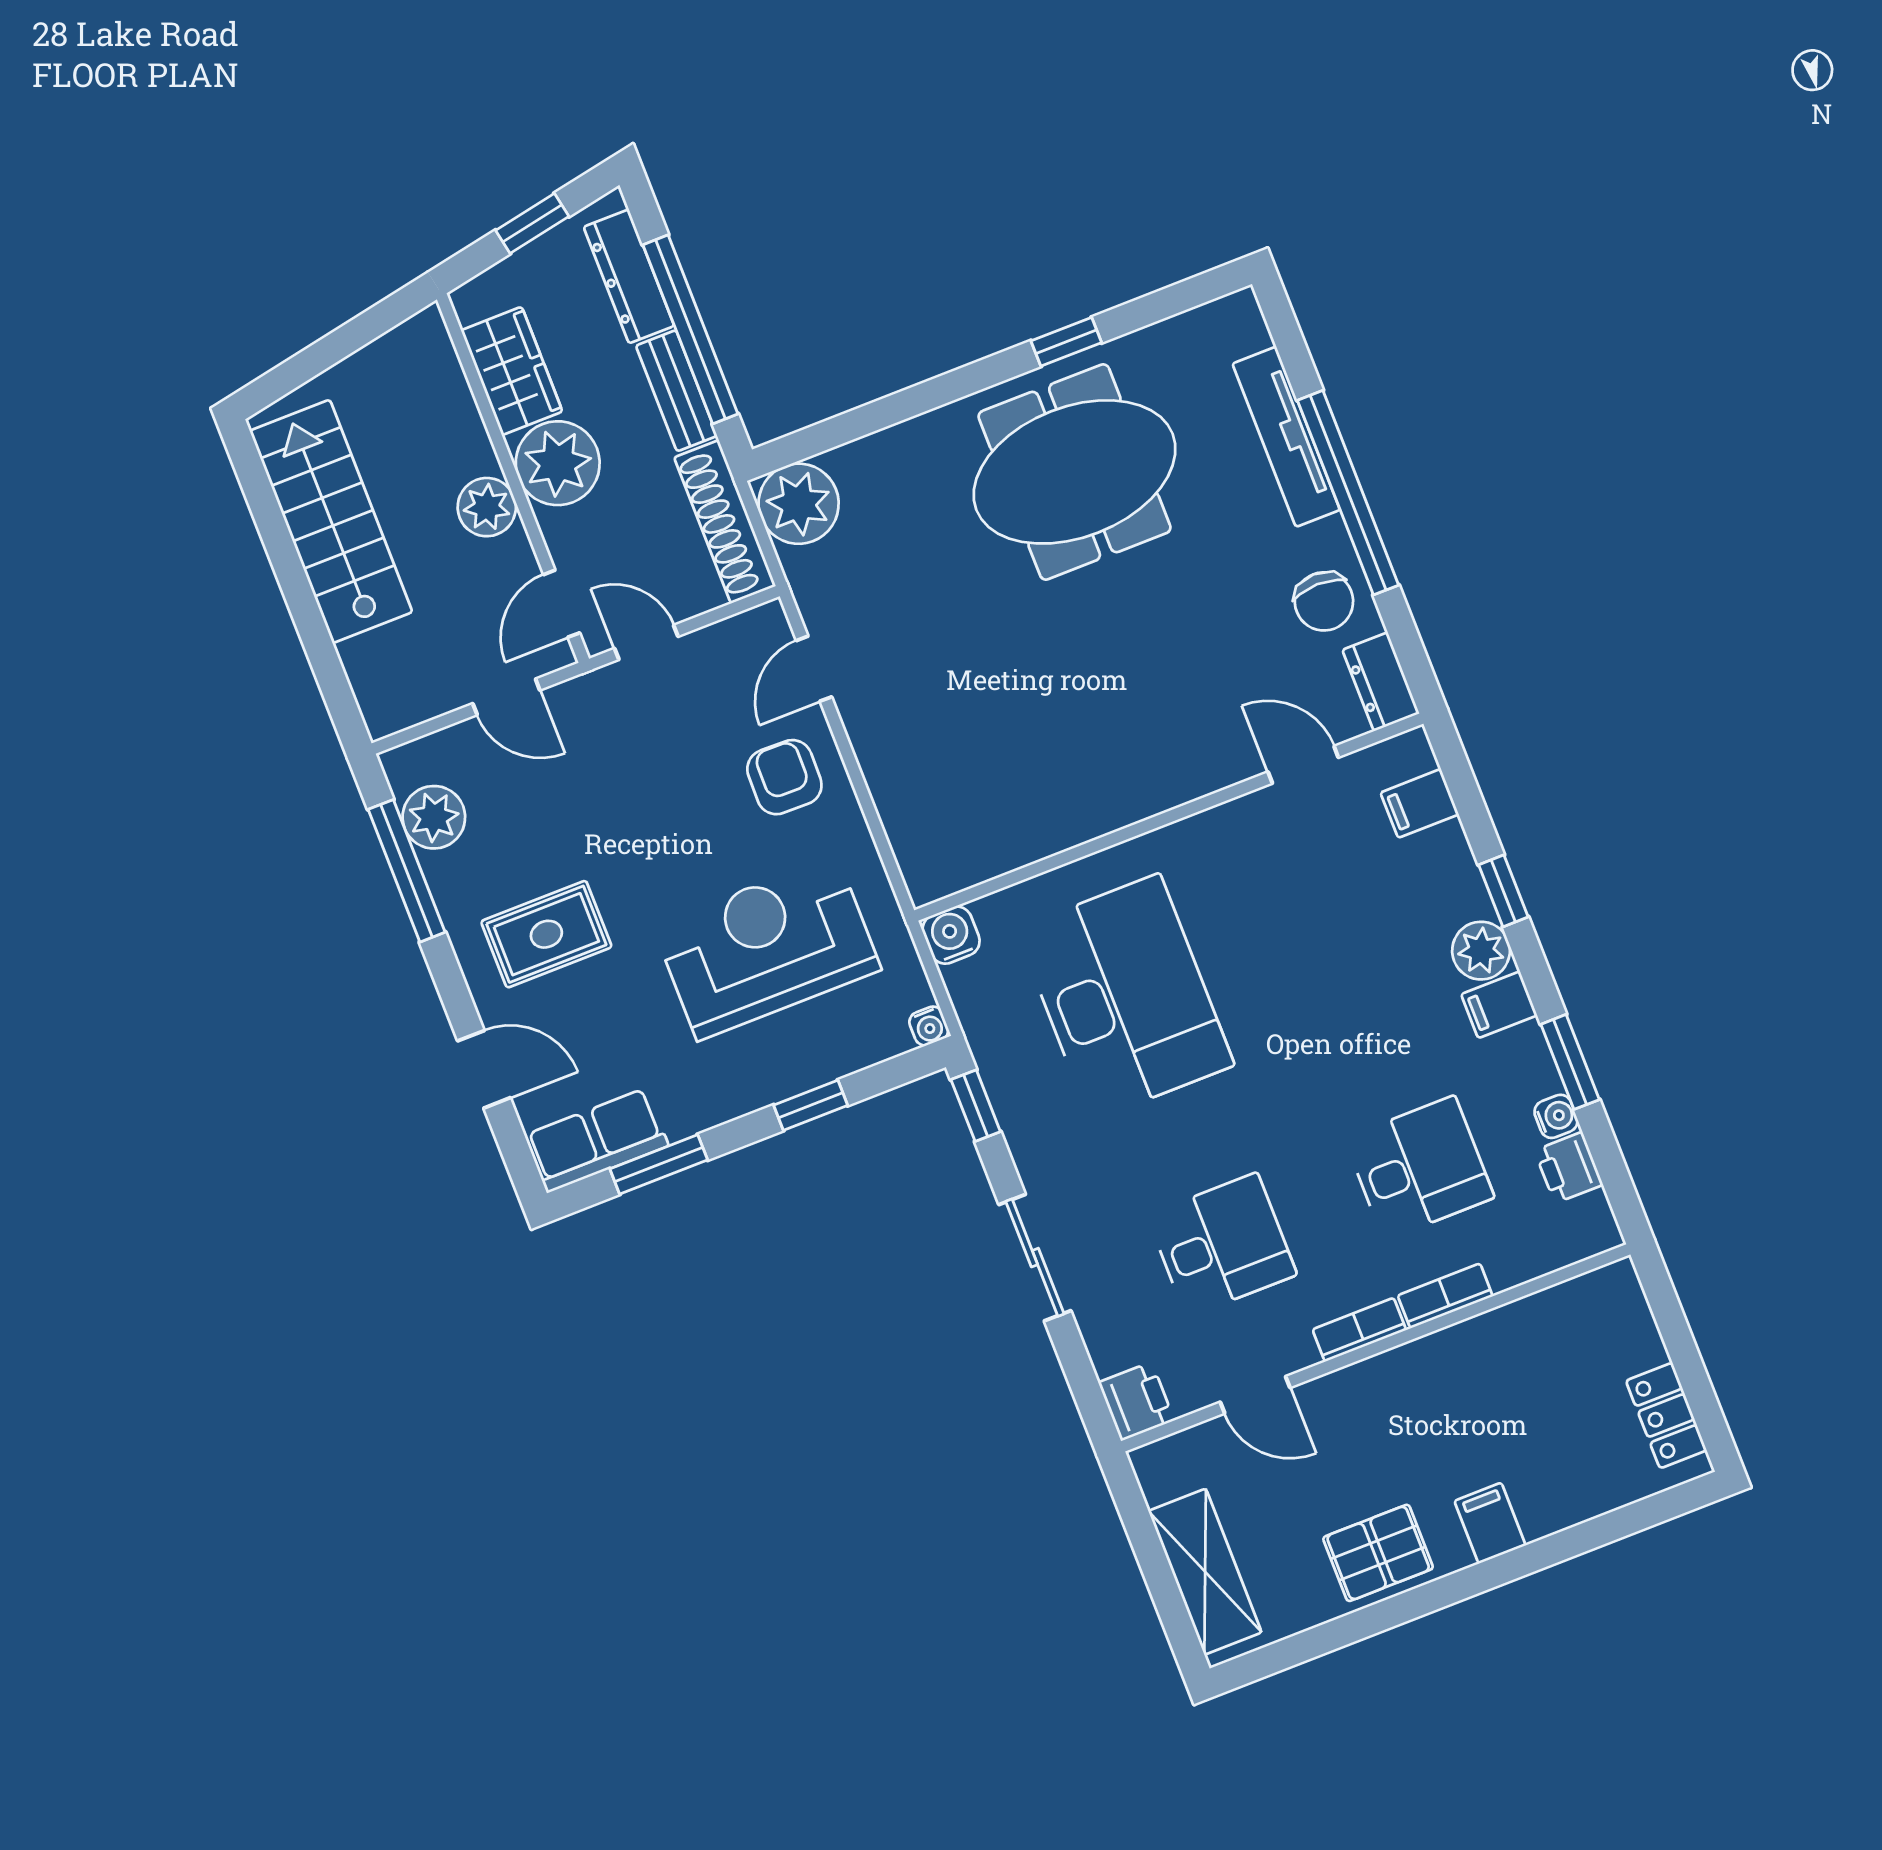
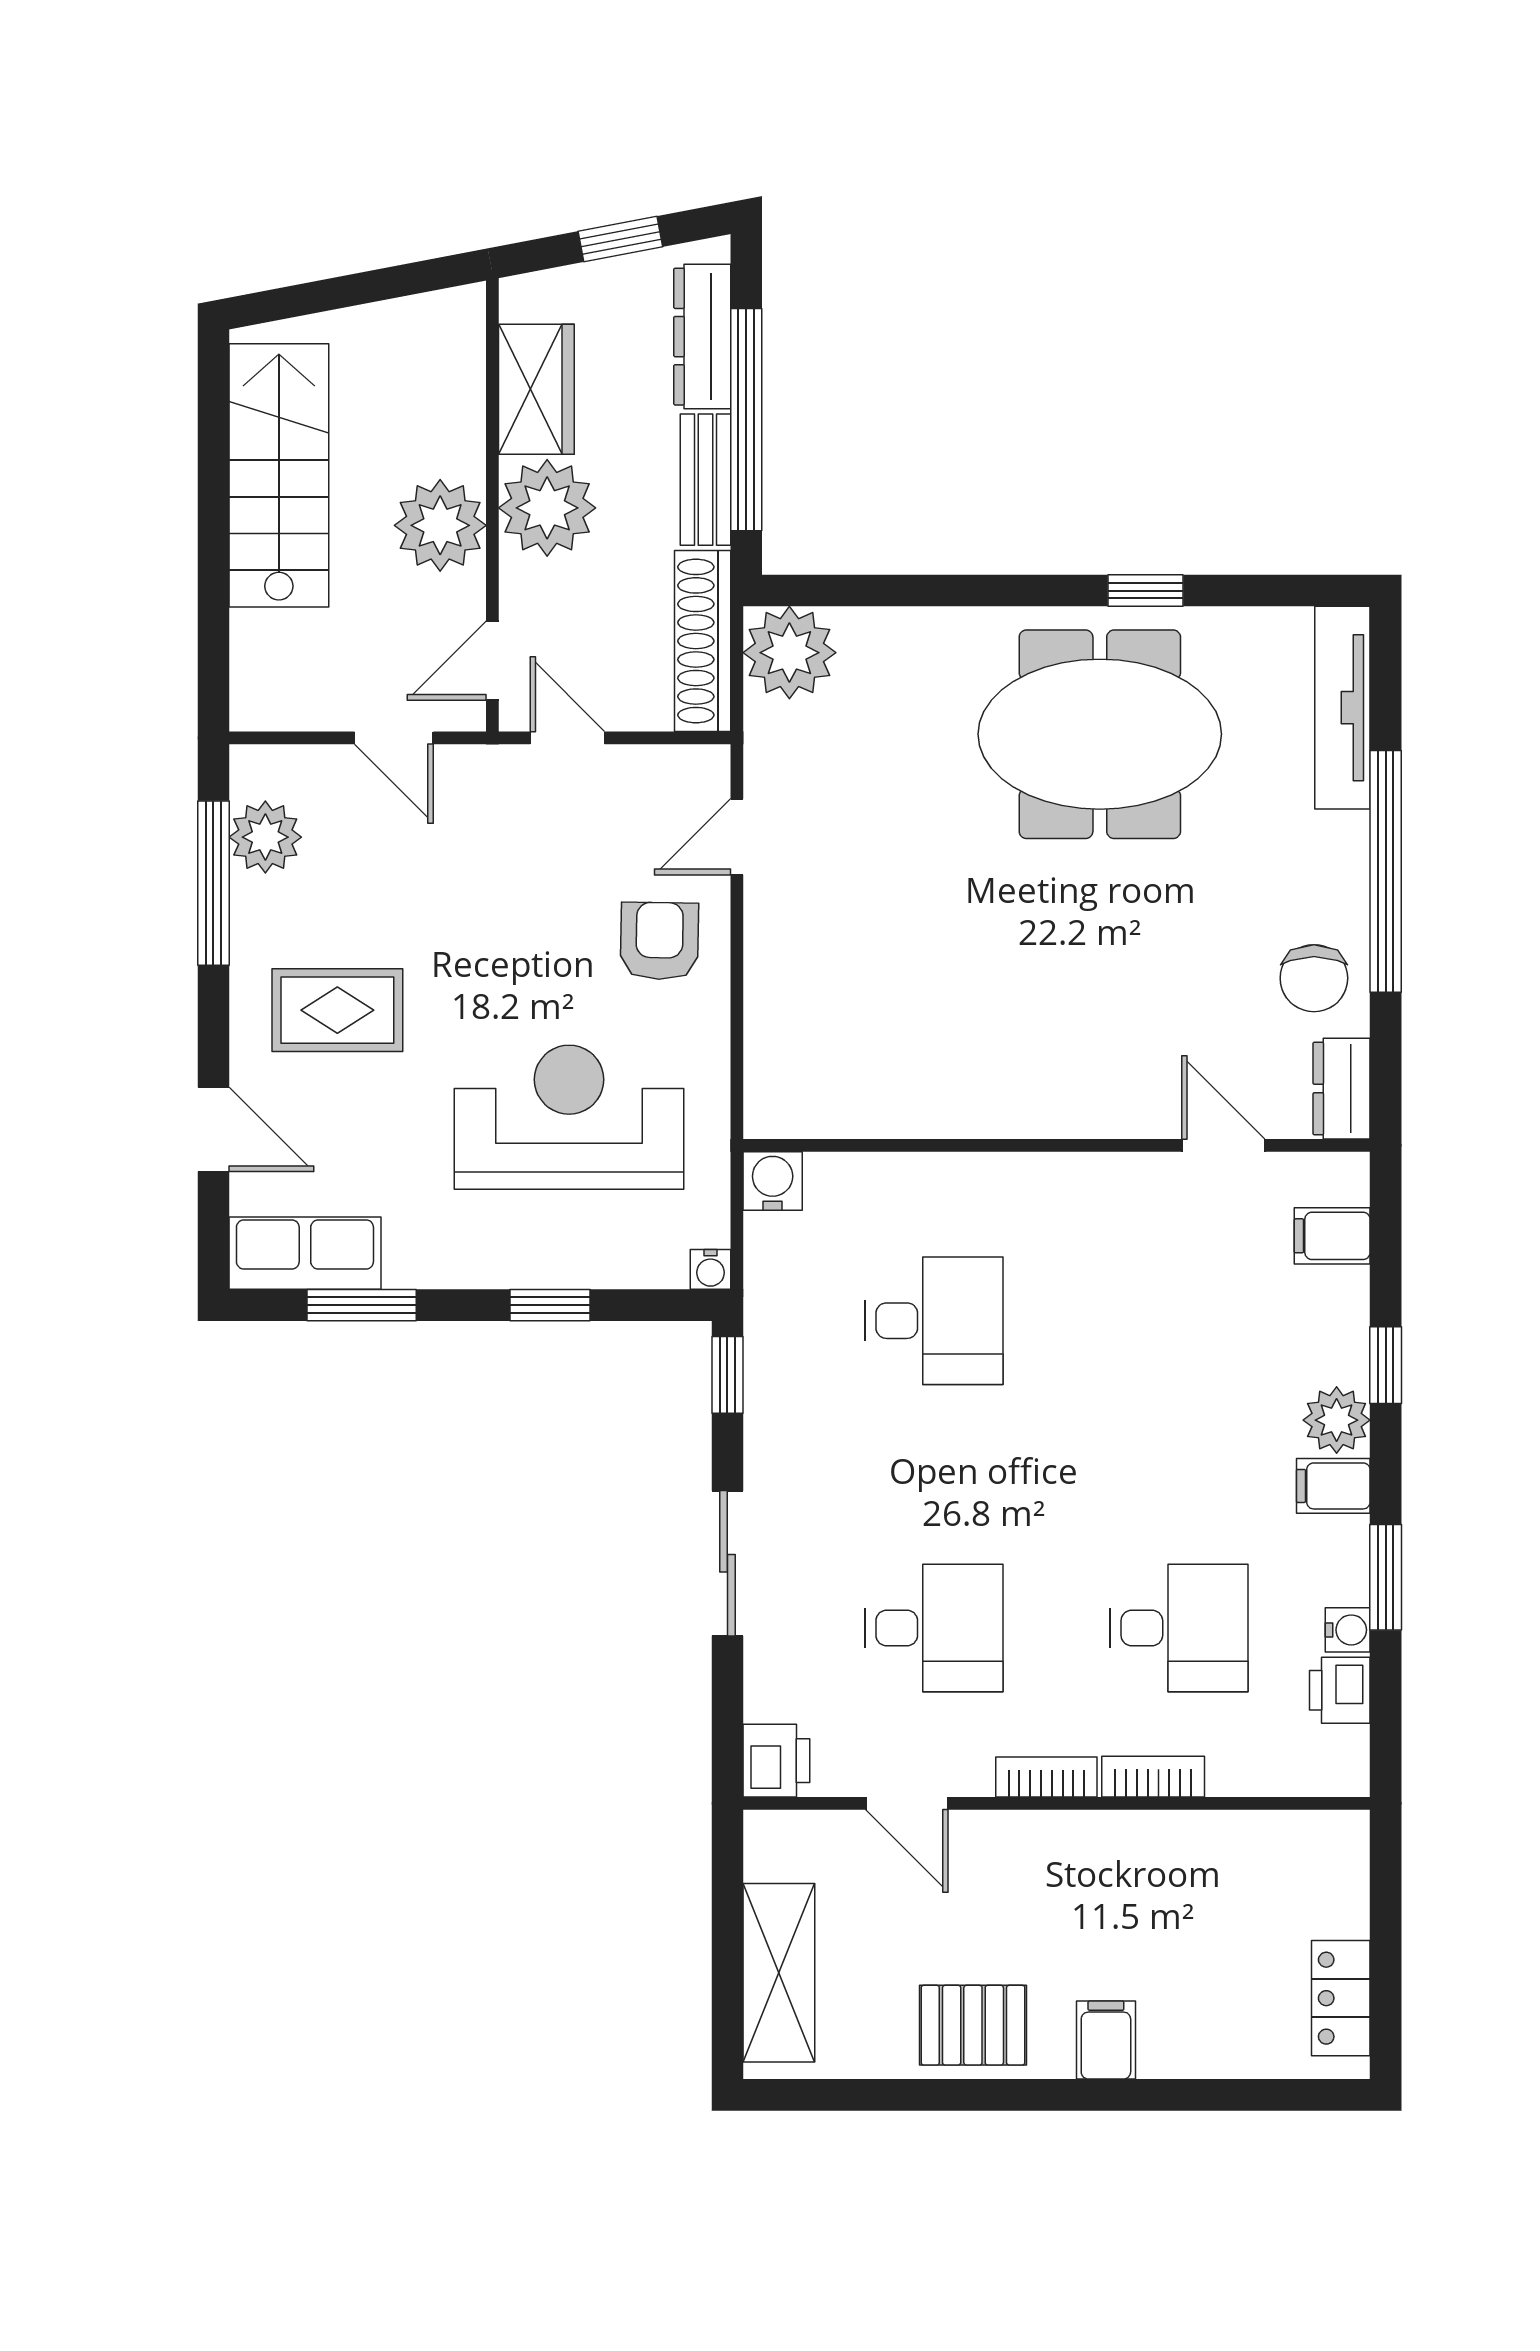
tv unit: (1286, 437) -> (1342, 708), moved
plant: (487, 507) -> (440, 525), width x1.36, depth x1.36
desk: (1125, 997) -> (934, 1321), width x0.53, depth x0.77

